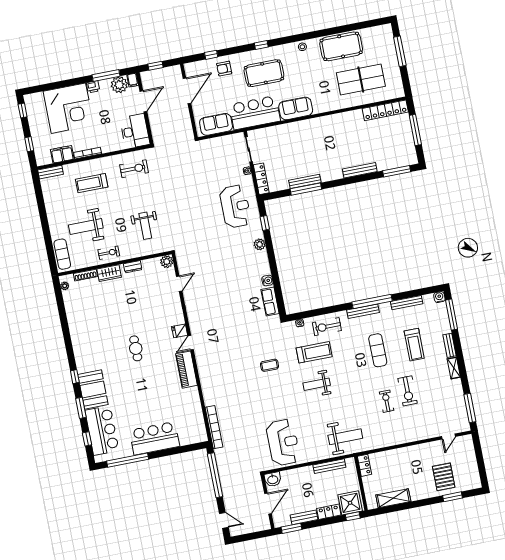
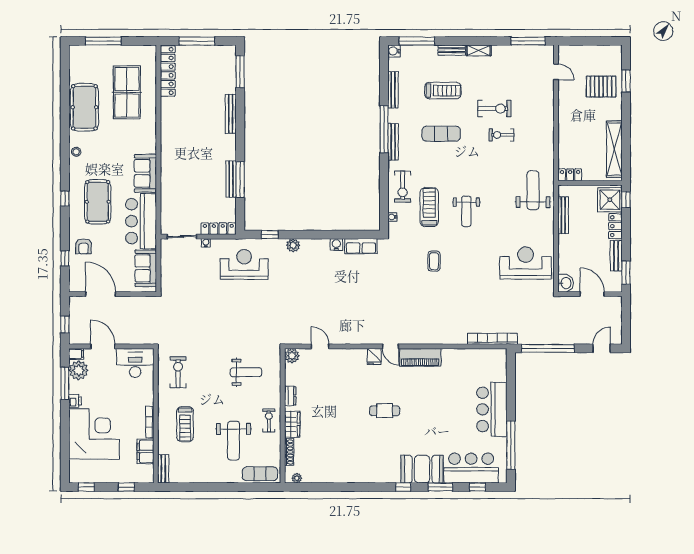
shelving: (393, 498) -> (614, 149), width x1.47

